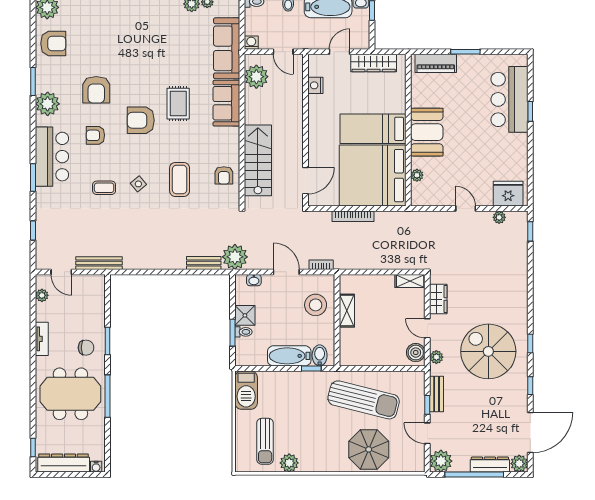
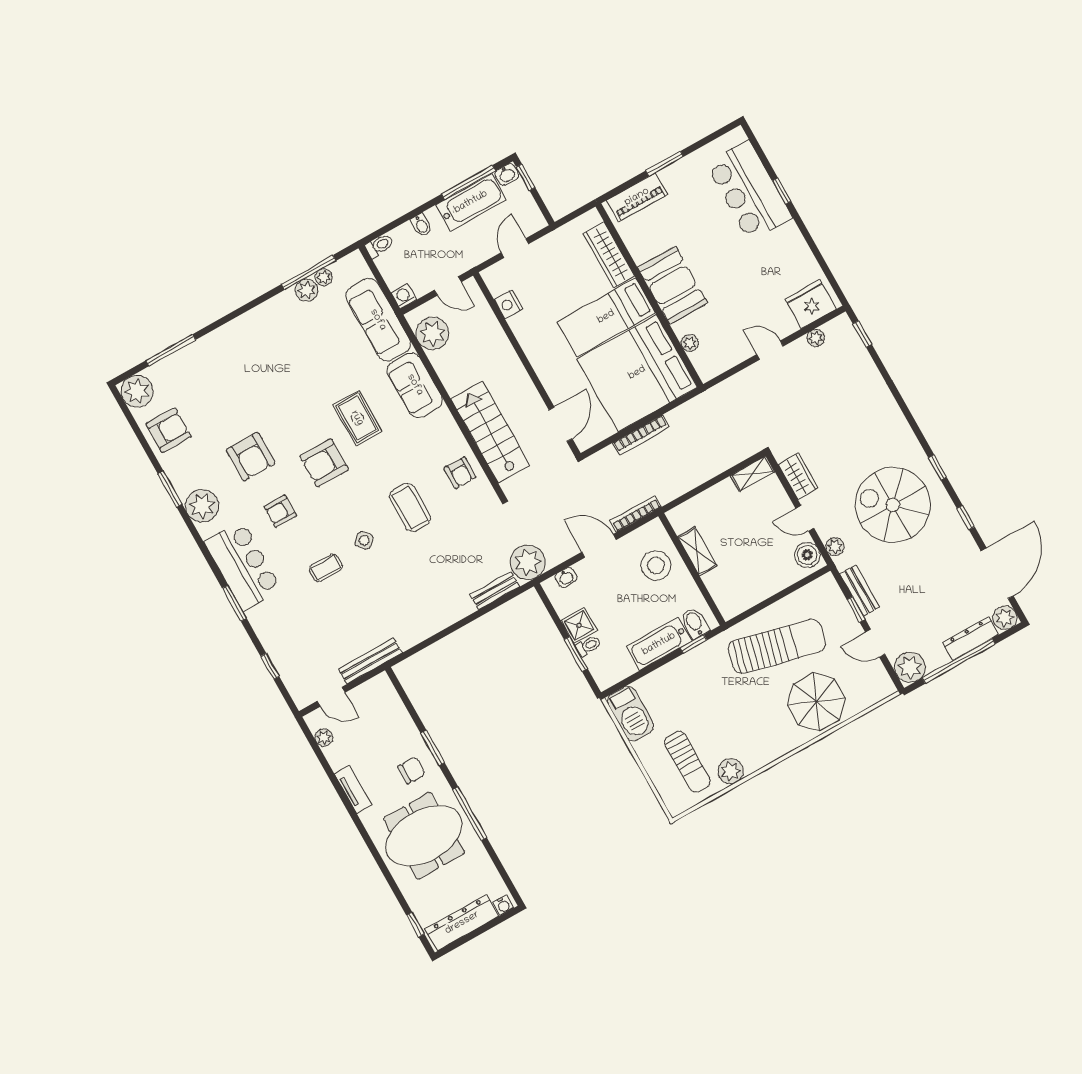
wardrobe: (374, 63) -> (609, 255), moved, turned 90
bookcase: (321, 265) -> (636, 514), width x1.56

